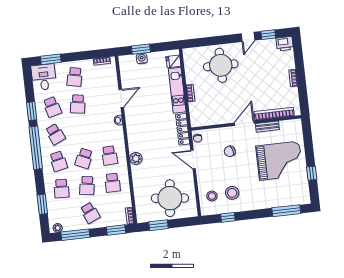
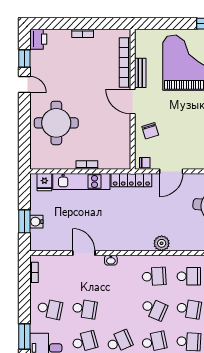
chair: (230, 151) -> (150, 131), moved

